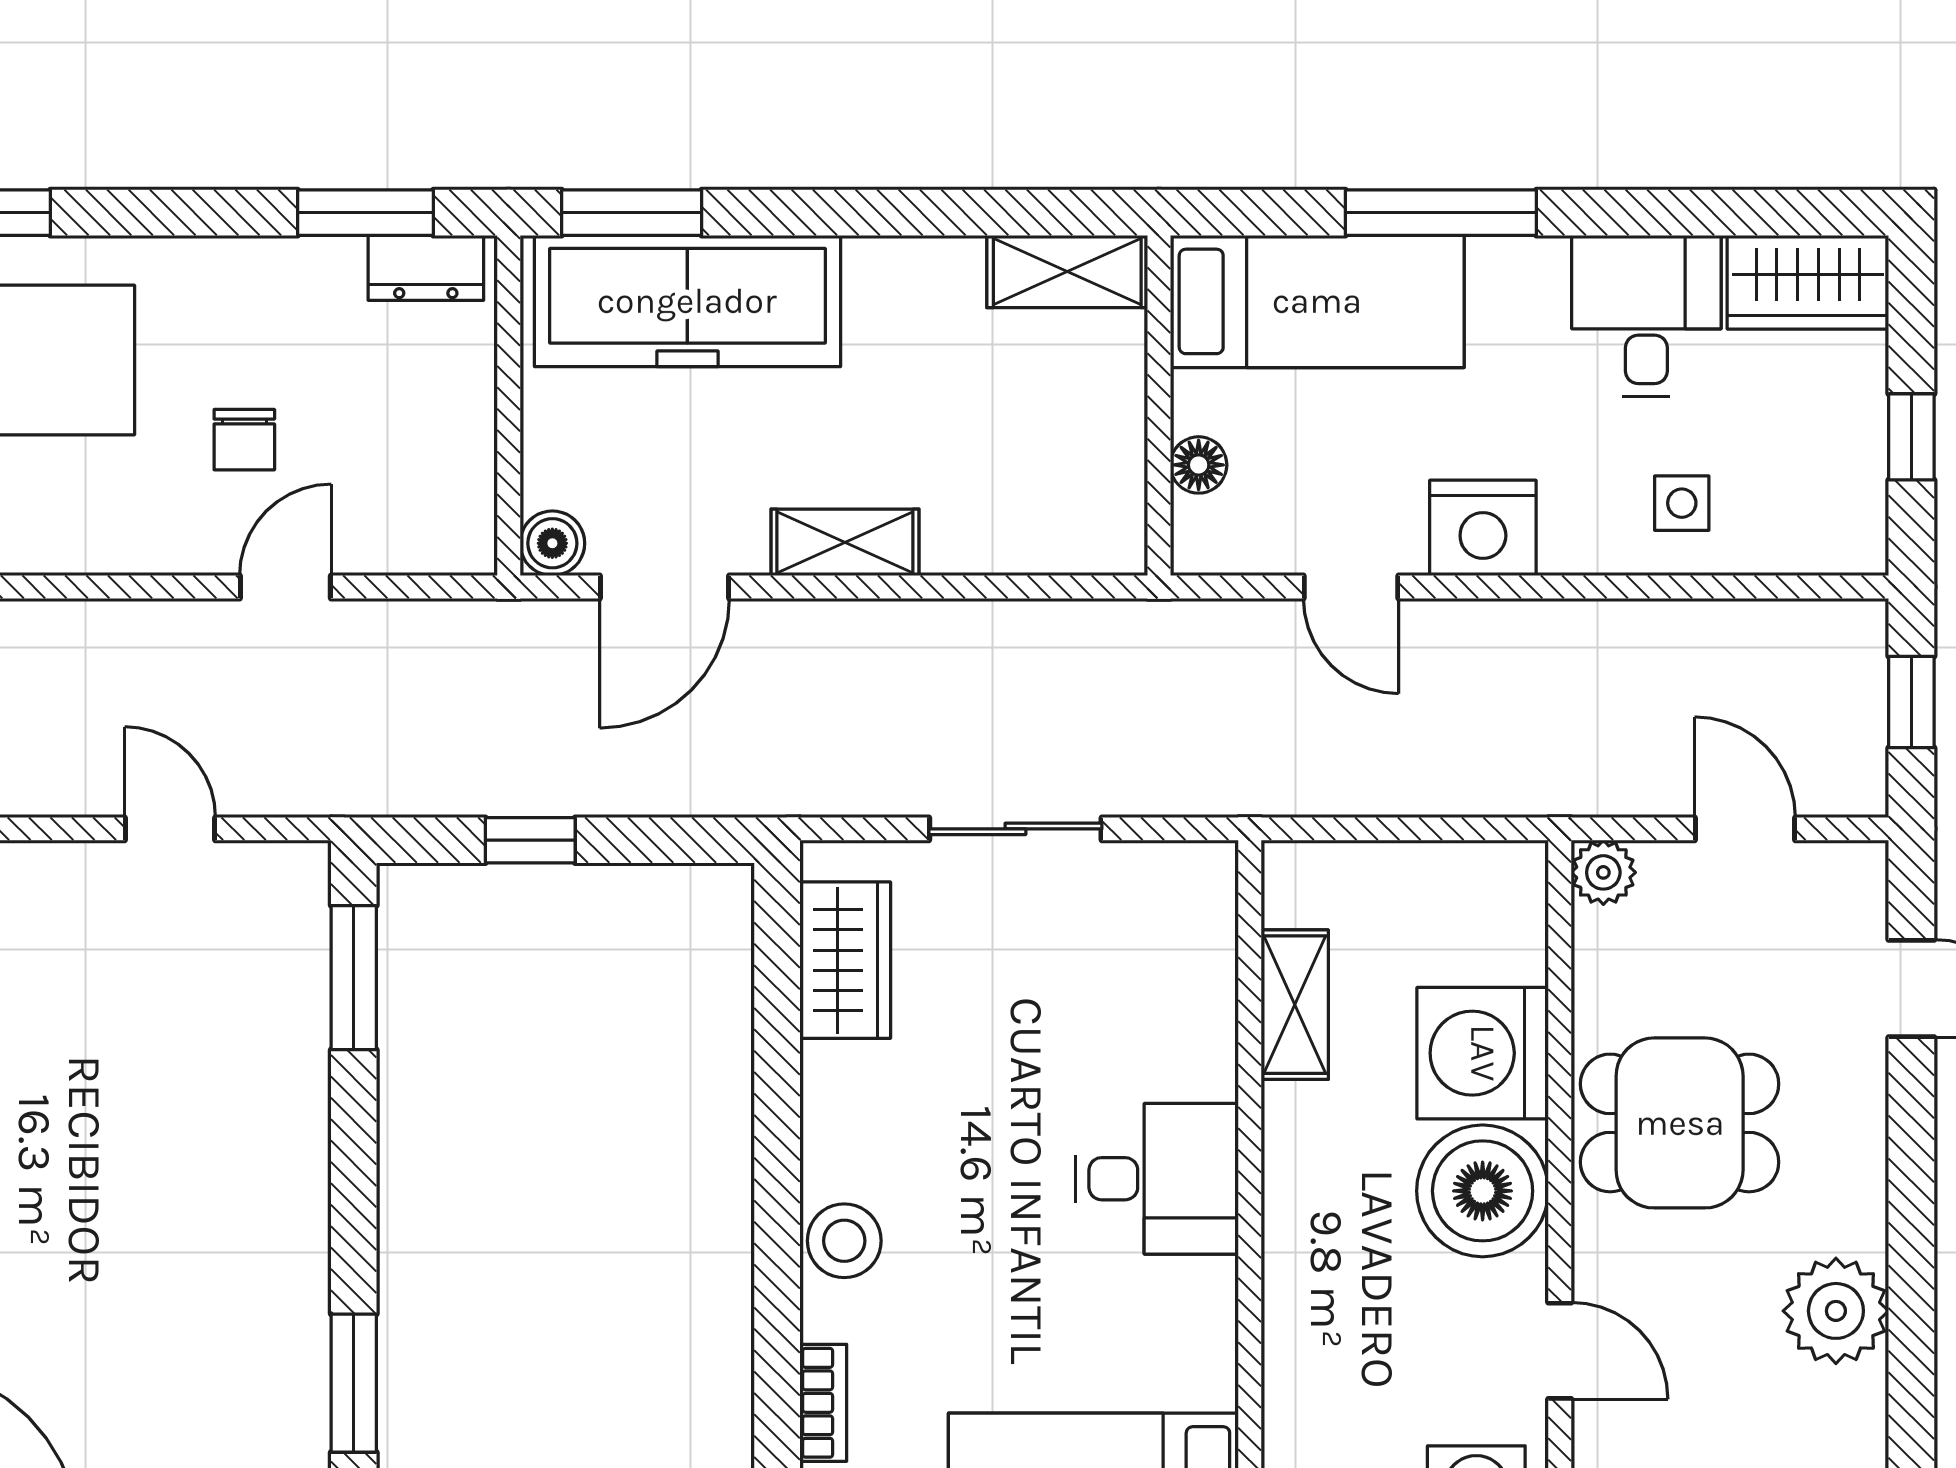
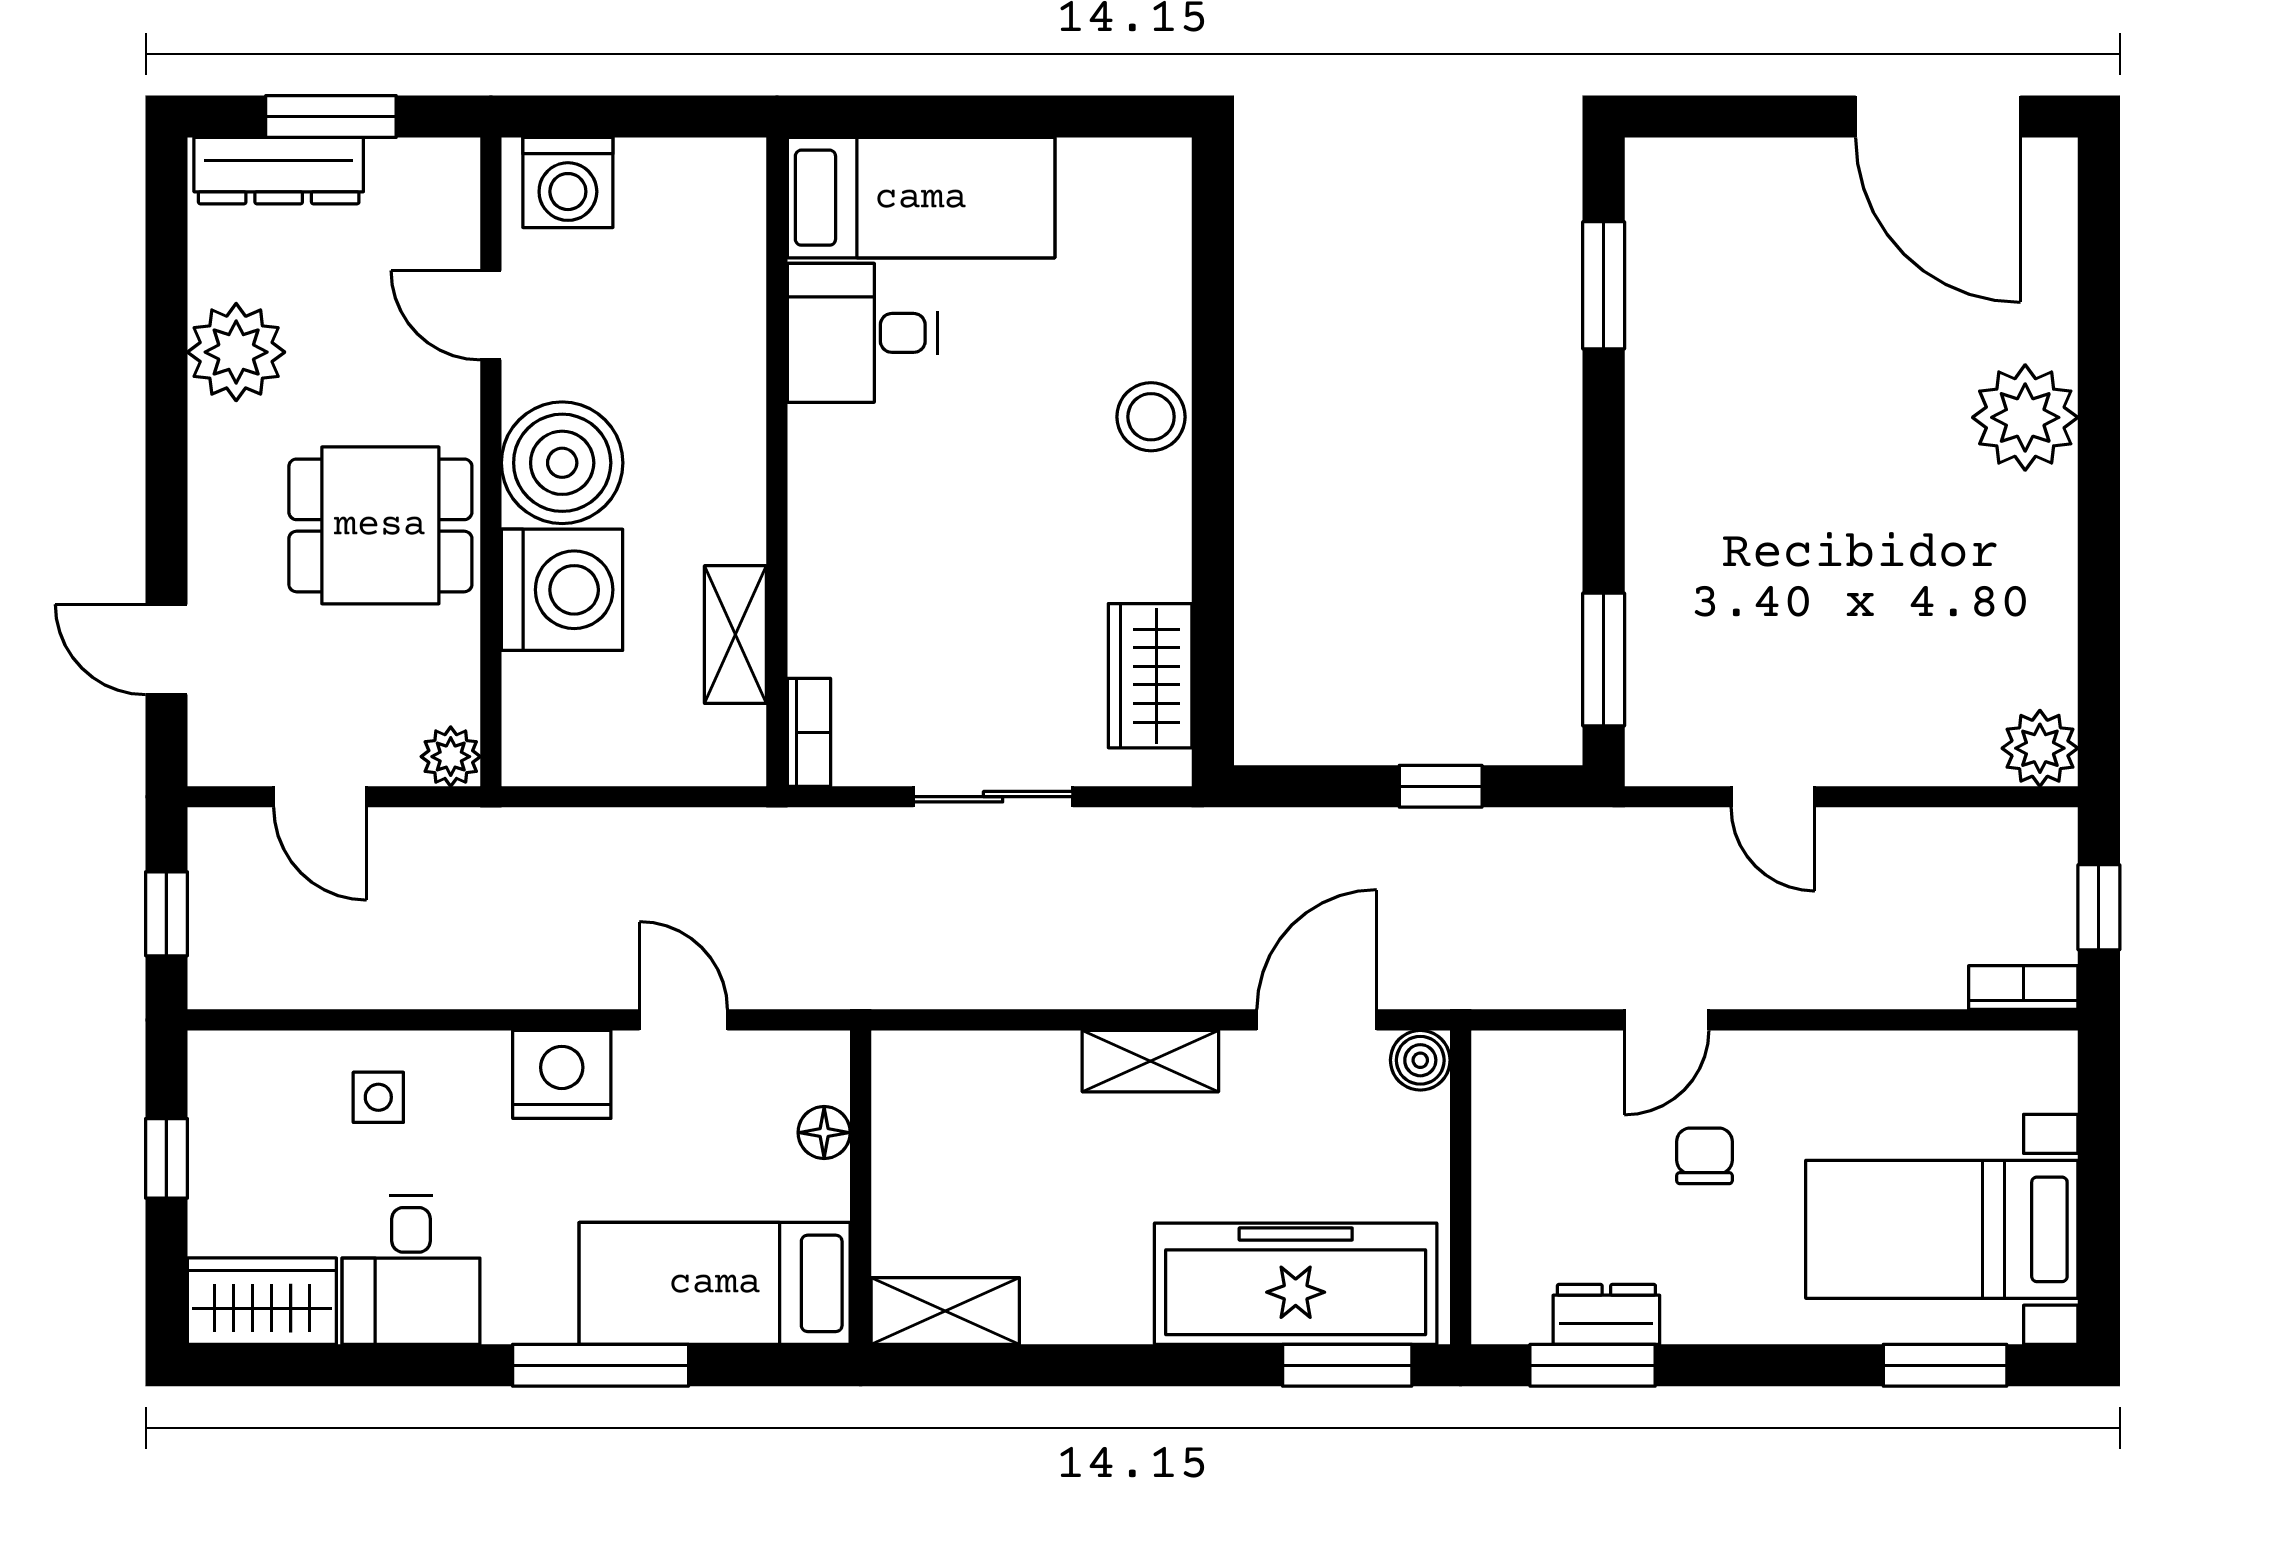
dresser: (426, 268) -> (1606, 1314), moved
desk: (1157, 1179) -> (862, 333), moved
bookcase: (823, 1403) -> (809, 732), moved, turned 180

